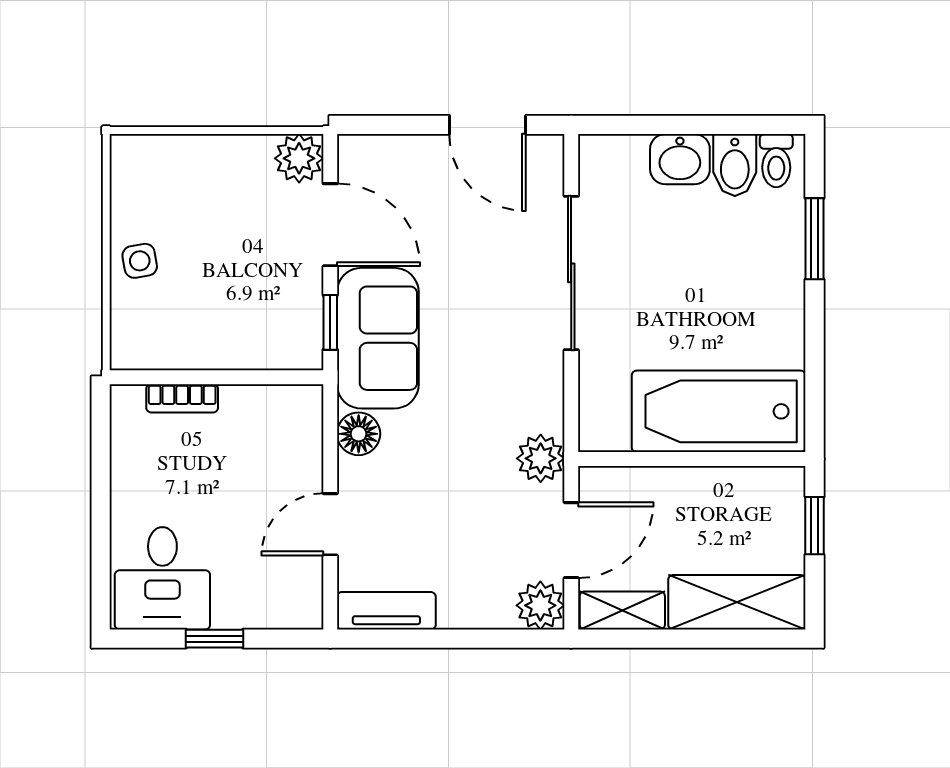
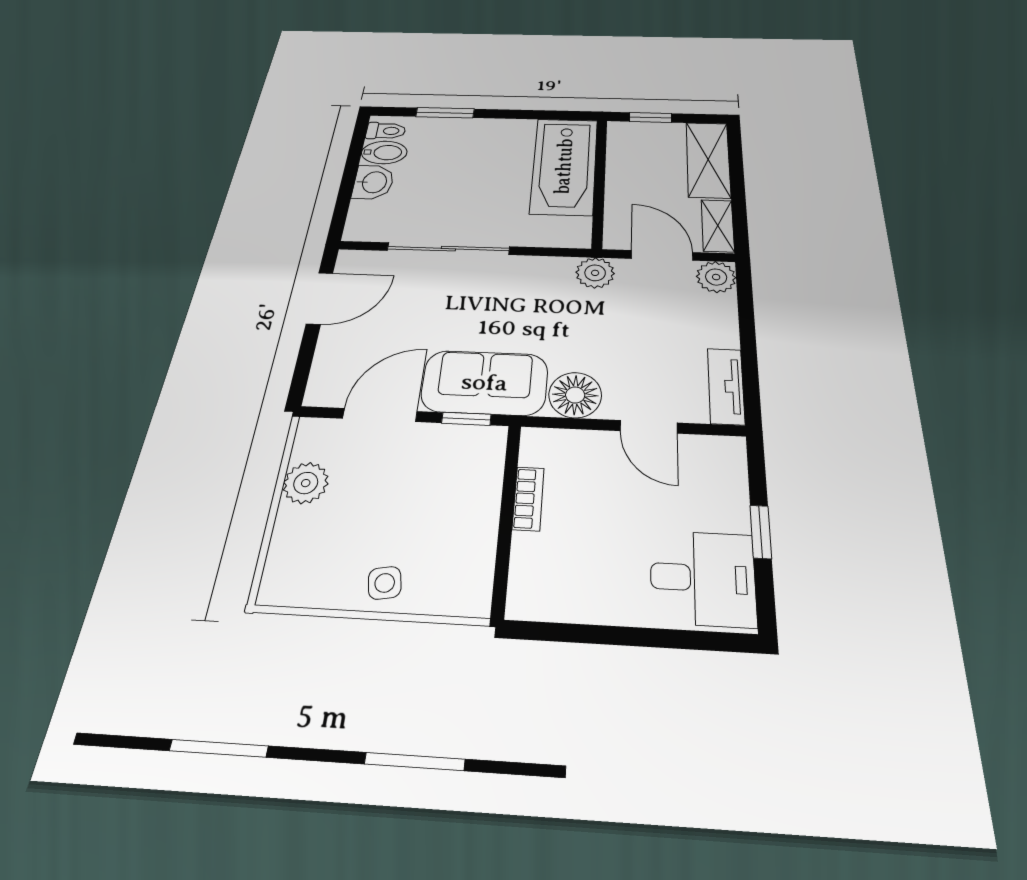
plant: (299, 158) -> (306, 483), moved
bookcase: (182, 398) -> (528, 499), moved
floor lamp: (359, 434) -> (575, 395), width x1.38, depth x1.38

